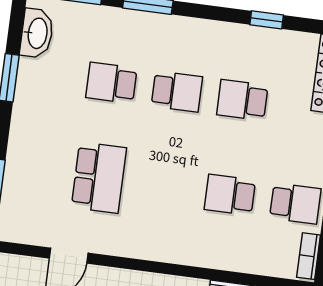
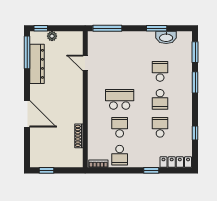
washbasin: (37, 33) -> (166, 37), moved
school desk: (99, 178) -> (120, 99), moved, turned 180

